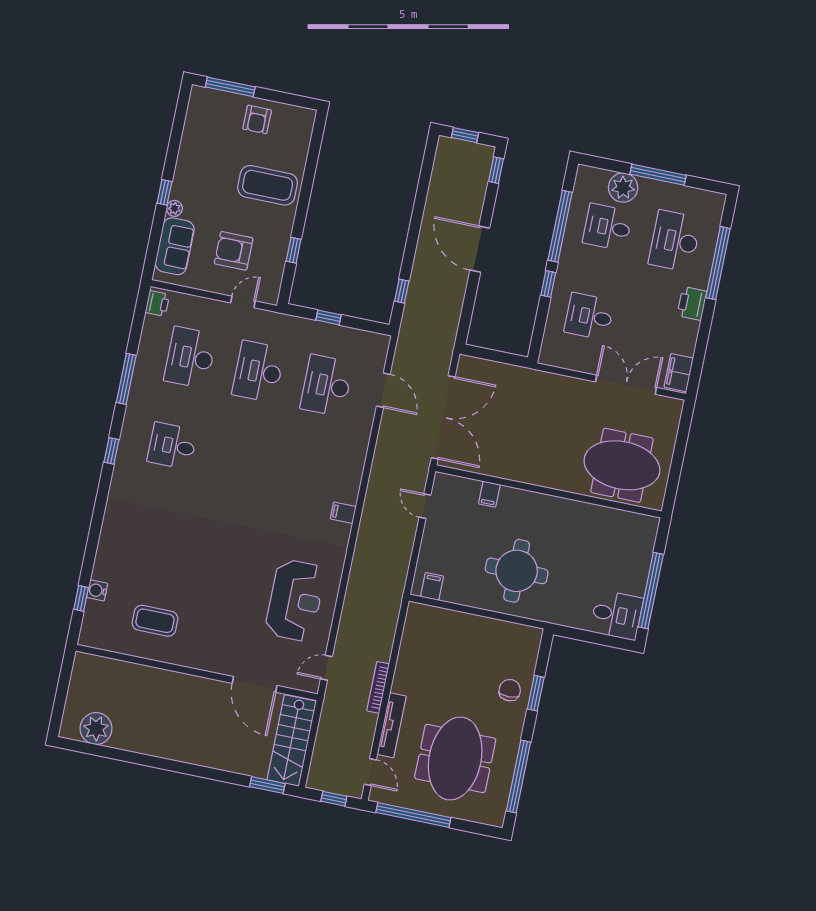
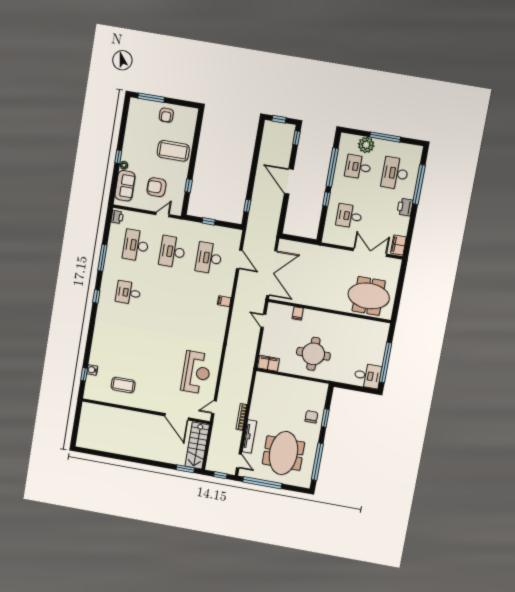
filing cabinet: (343, 513) -> (224, 301), moved
filing cabinet: (432, 586) -> (268, 363), width x2.00
plant: (96, 729) -> (95, 442), removed

